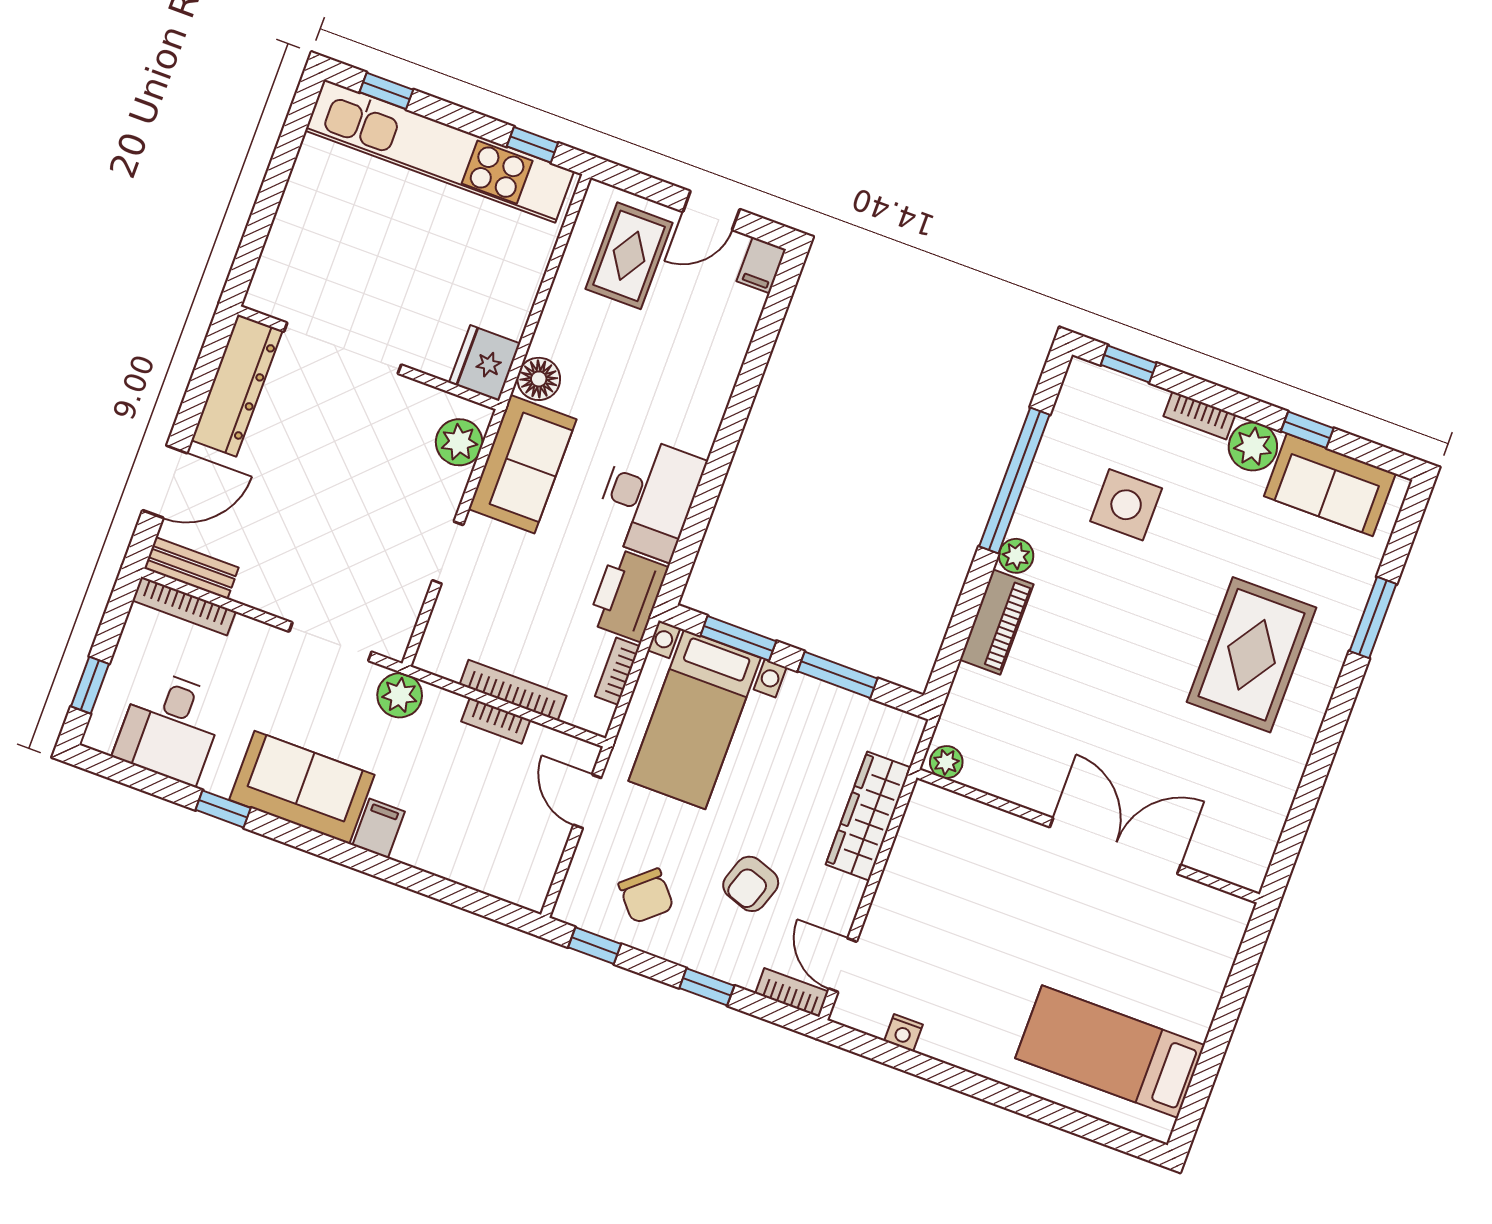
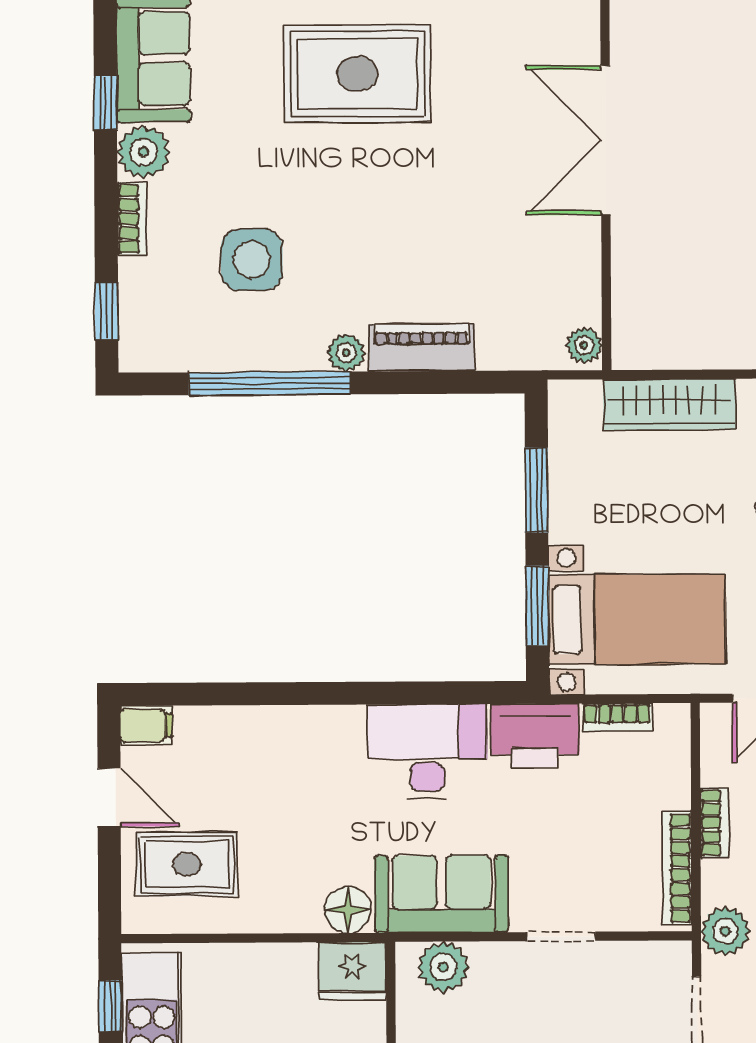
bookcase: (513, 690) -> (677, 868), moved

